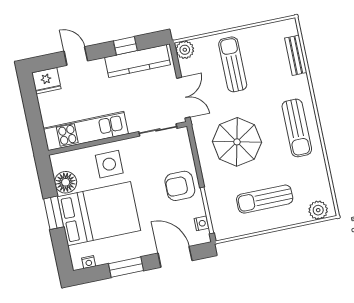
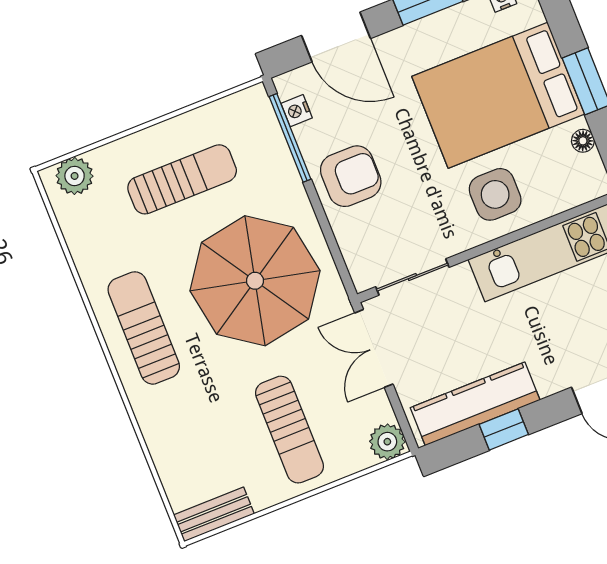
bench: (296, 55) -> (214, 514), moved, turned 90
parasol: (237, 142) -> (255, 281), width x1.36, depth x1.36
floor lamp: (66, 182) -> (583, 141), width x0.53, depth x0.53

